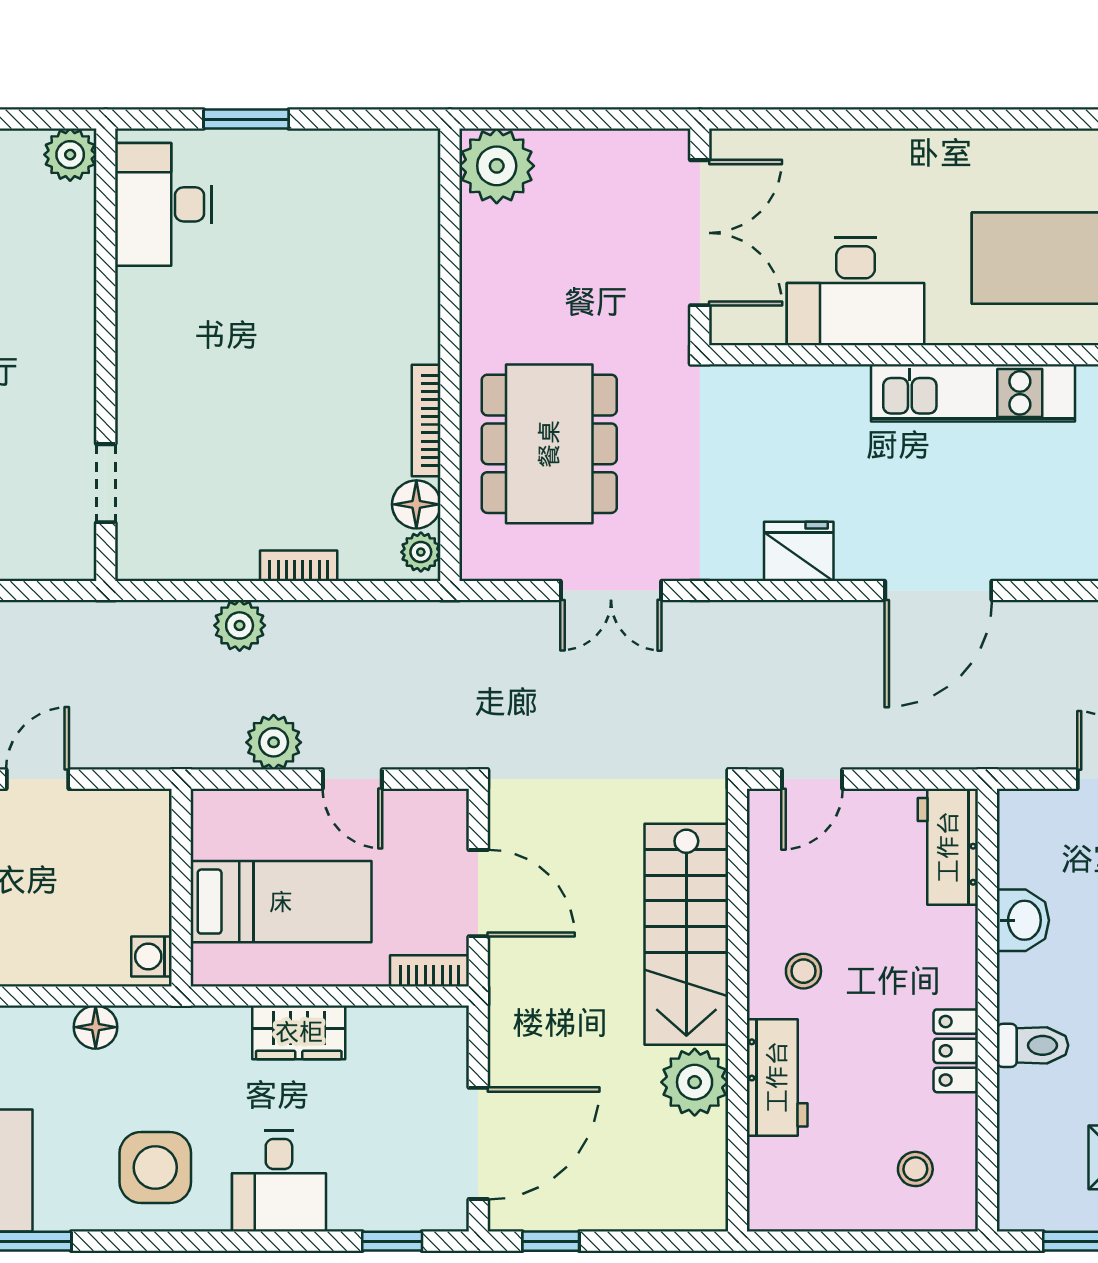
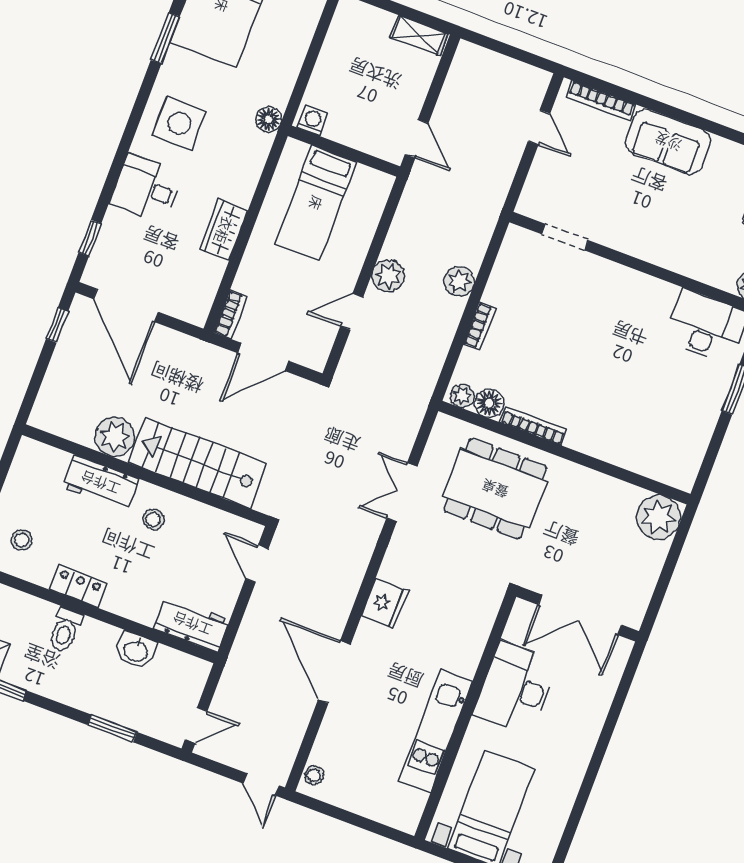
wall: (181, 888) -> (344, 151), moved
bed: (281, 902) -> (316, 203), moved
washing machine: (151, 956) -> (312, 121), moved

